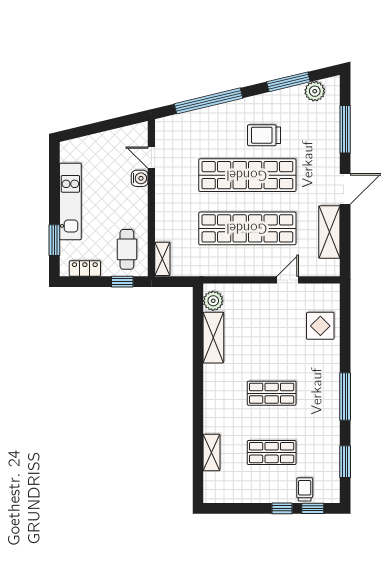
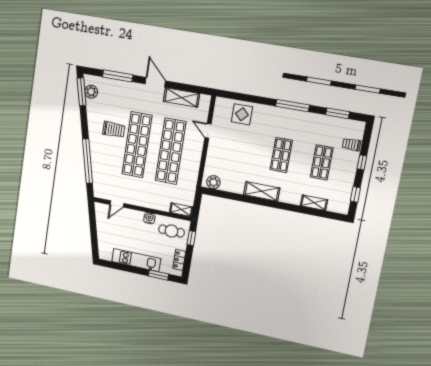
window: (288, 82) -> (82, 92), moved
trolley: (264, 135) -> (114, 129), turned -90
water cooler: (140, 178) -> (149, 218), moved
shelving: (213, 338) -> (262, 191), moved
window: (313, 508) -> (355, 194), moved

